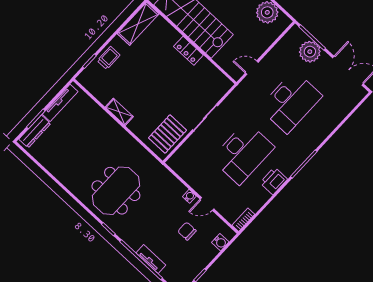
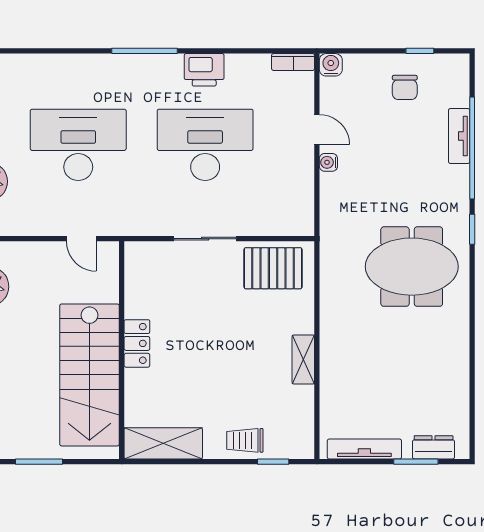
dresser: (35, 131) -> (434, 447), width x0.70
chair: (187, 231) -> (405, 87), moved
water cooler: (220, 242) -> (331, 65), moved

